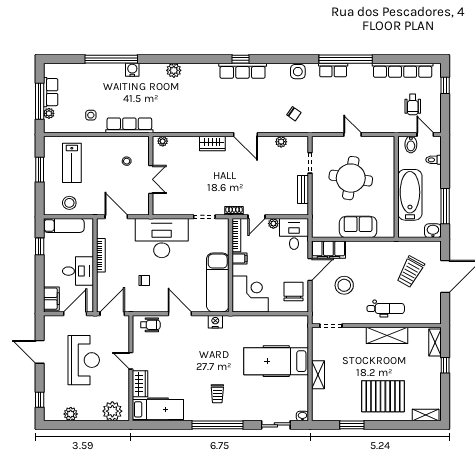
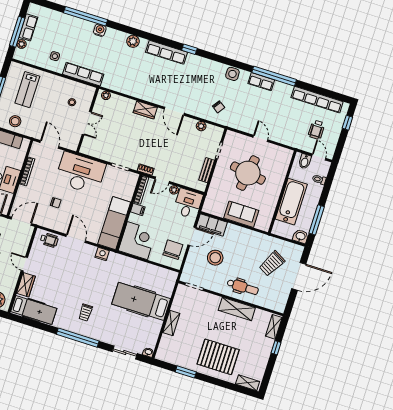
row of seats: (243, 71) -> (166, 52), moved

